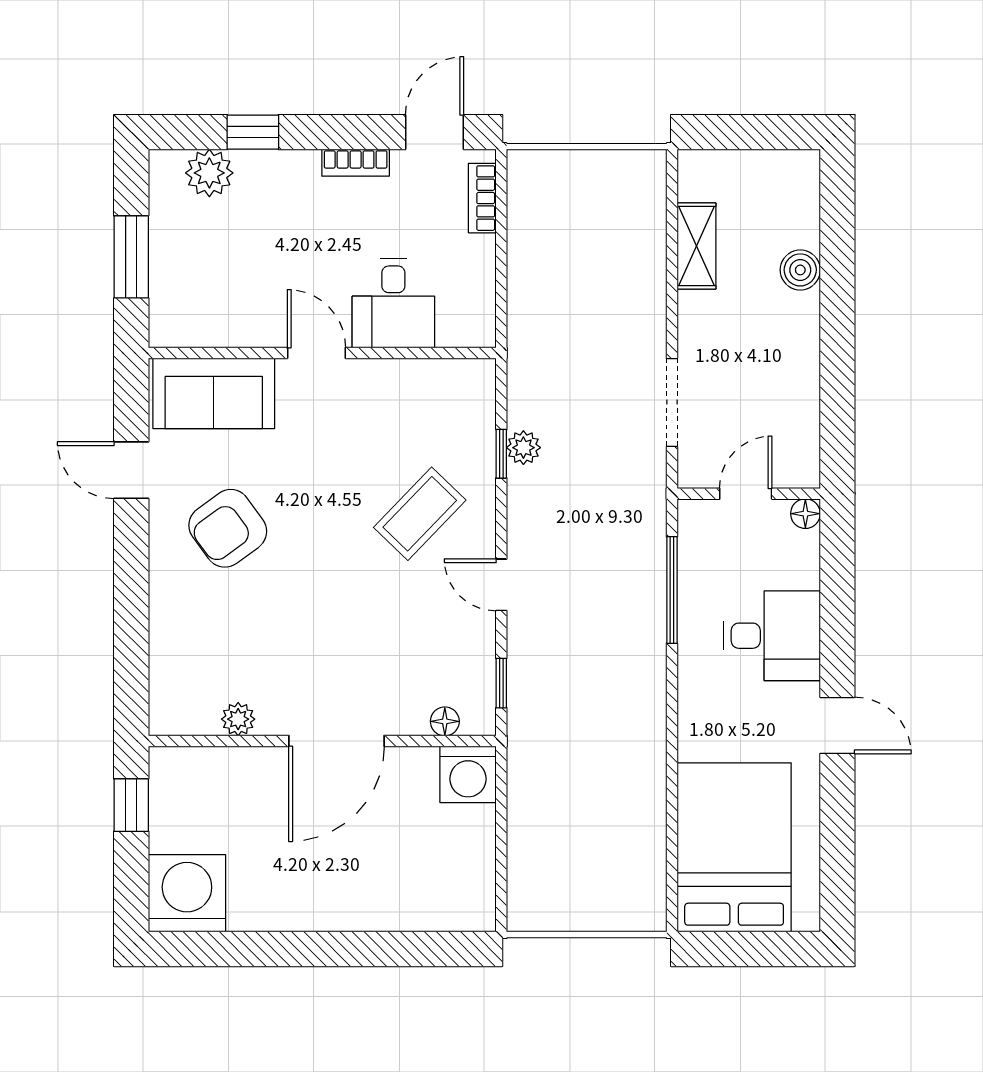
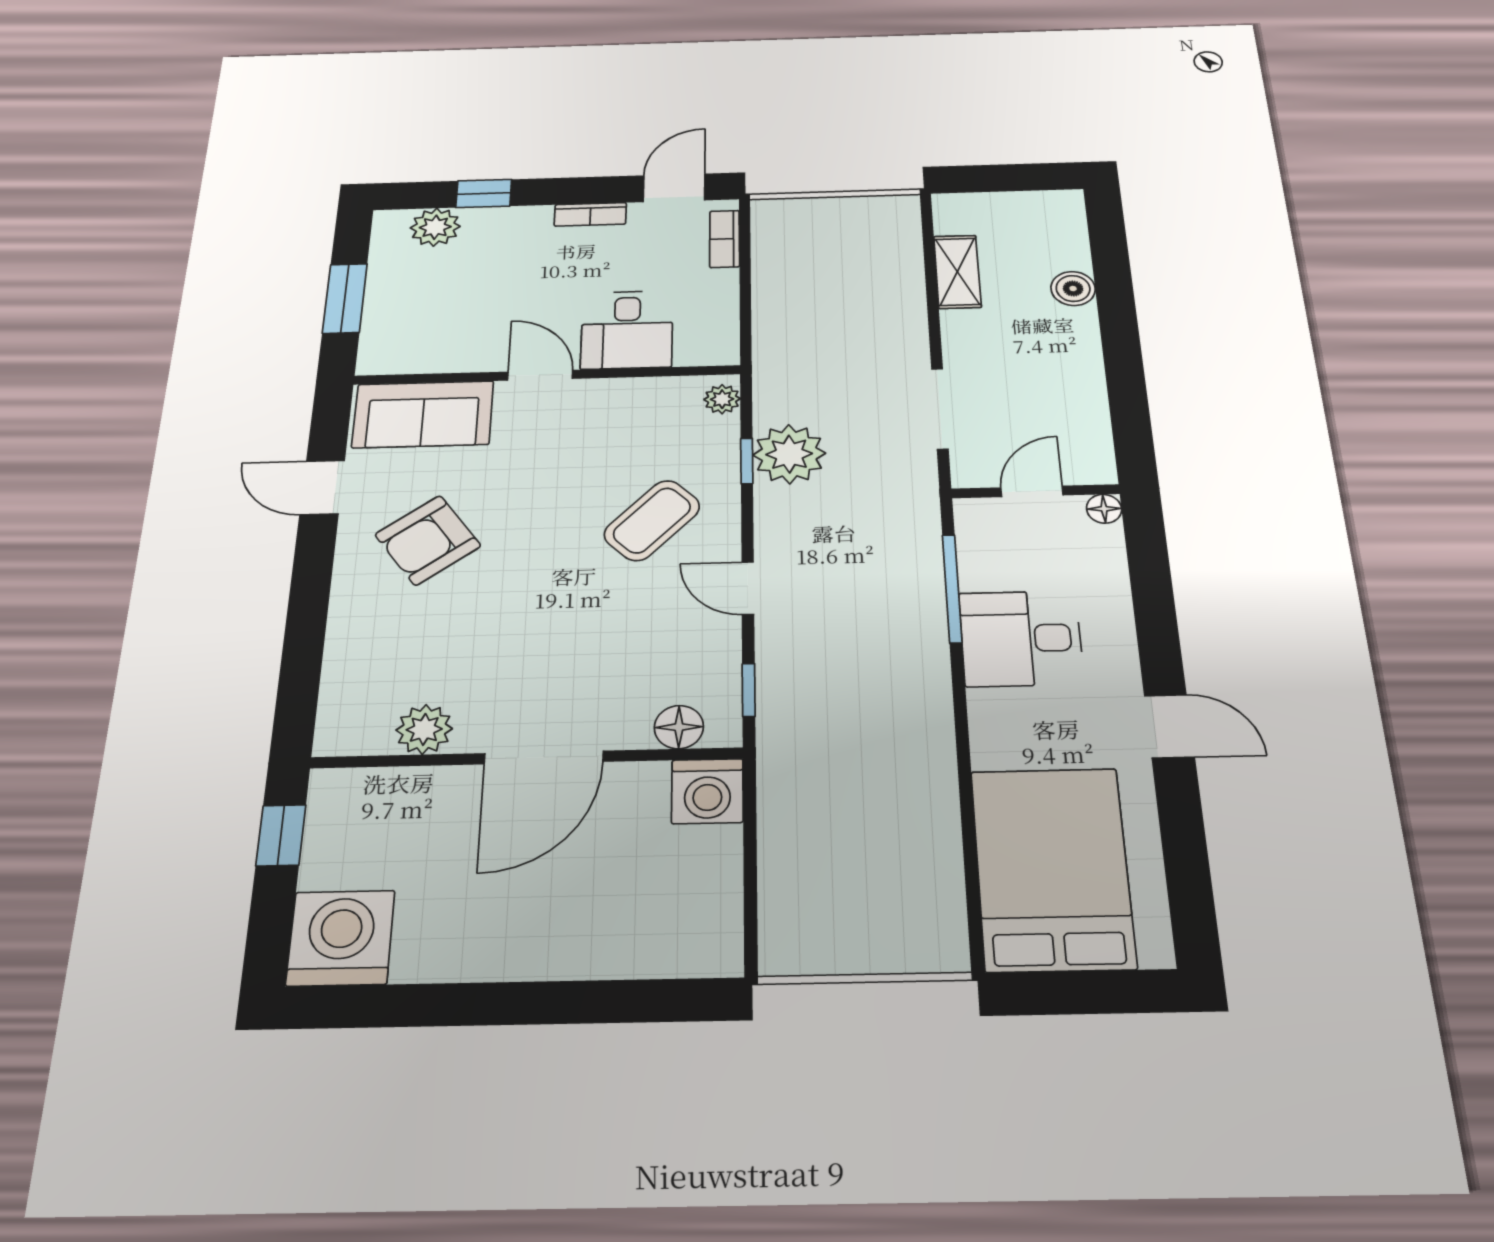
plant: (480, 386) -> (722, 399), added
plant: (523, 448) -> (789, 454), width x1.88, depth x1.88
desk: (772, 636) -> (1021, 638), moved, turned 180
plant: (238, 719) -> (424, 729), width x1.38, depth x1.38
floor lamp: (445, 721) -> (679, 727), width x1.37, depth x1.37

